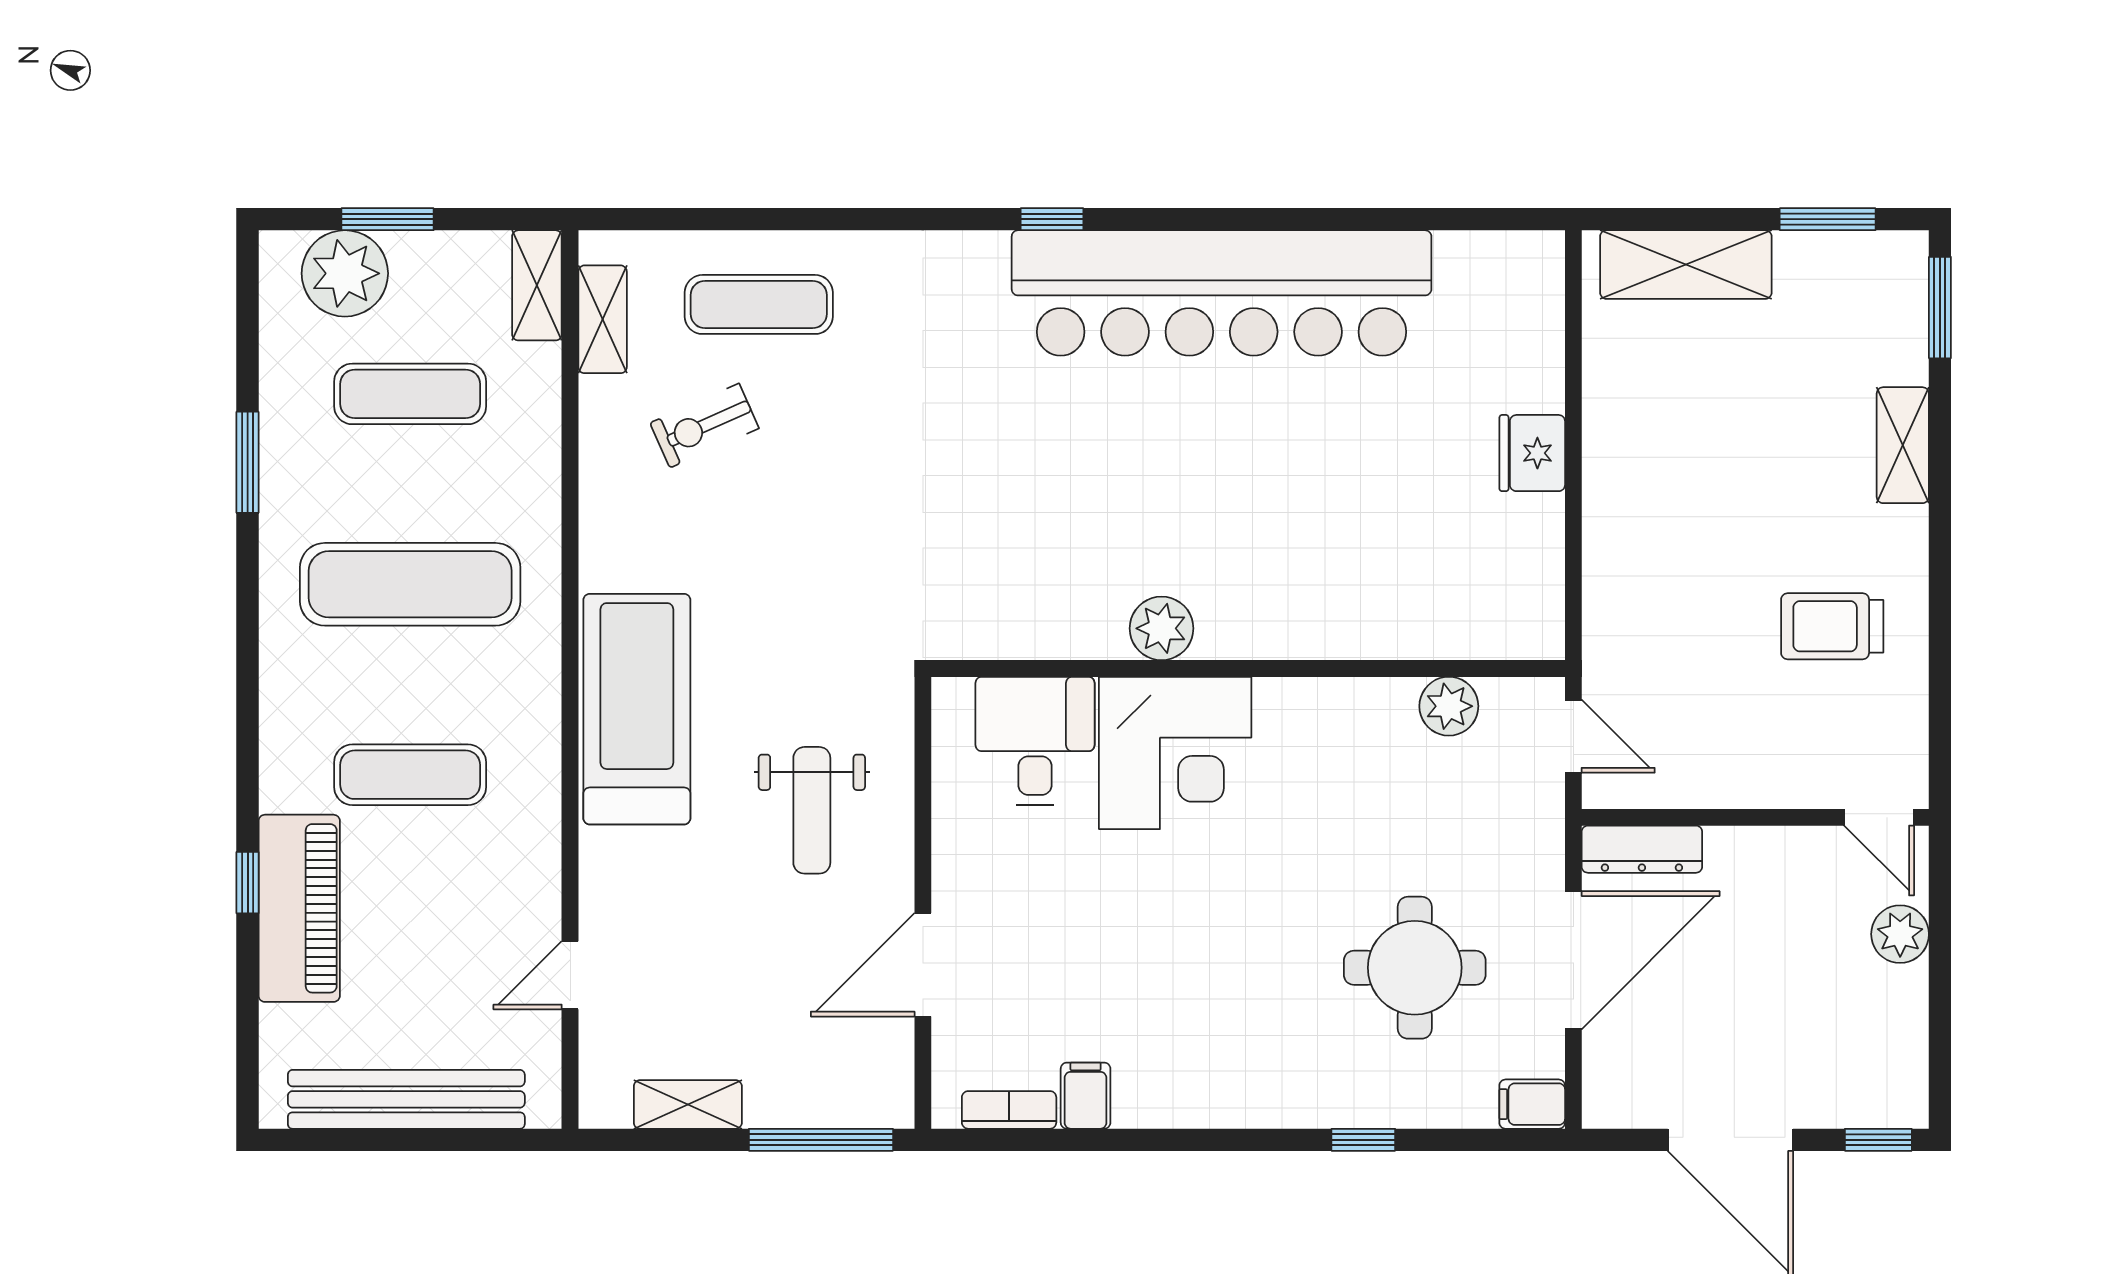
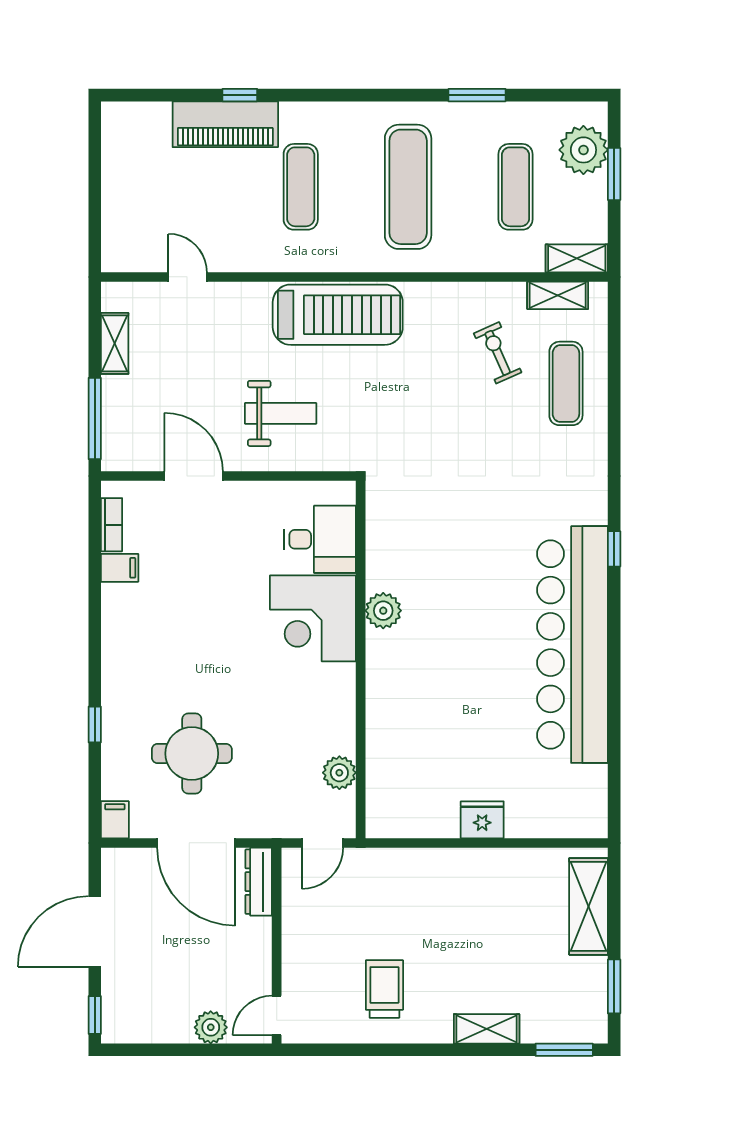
weight bench: (812, 810) -> (281, 413), turned 180
bench: (406, 1099) -> (118, 185), removed

